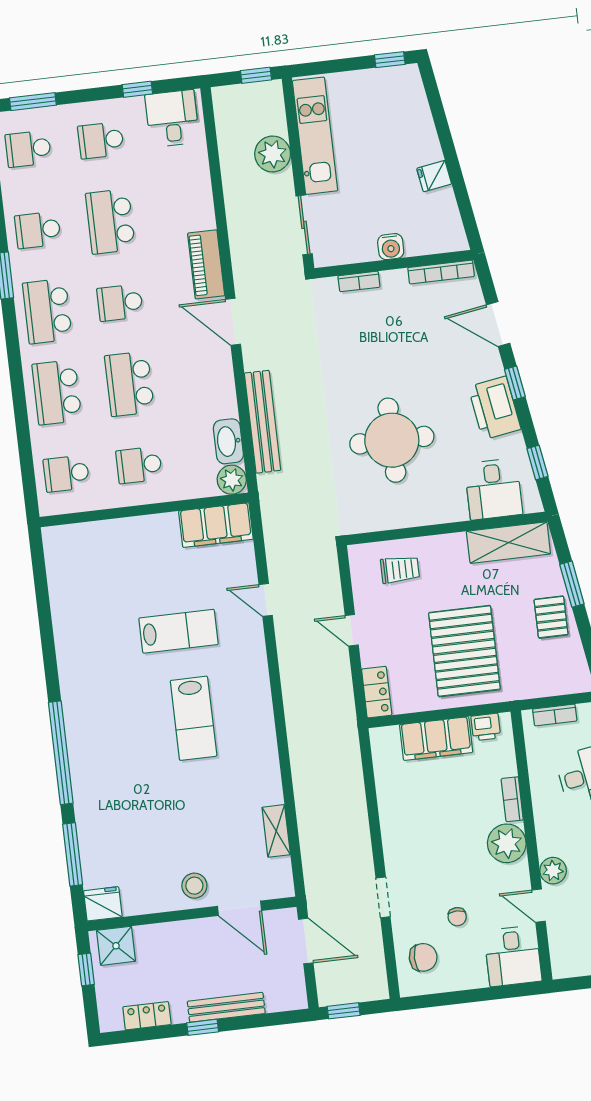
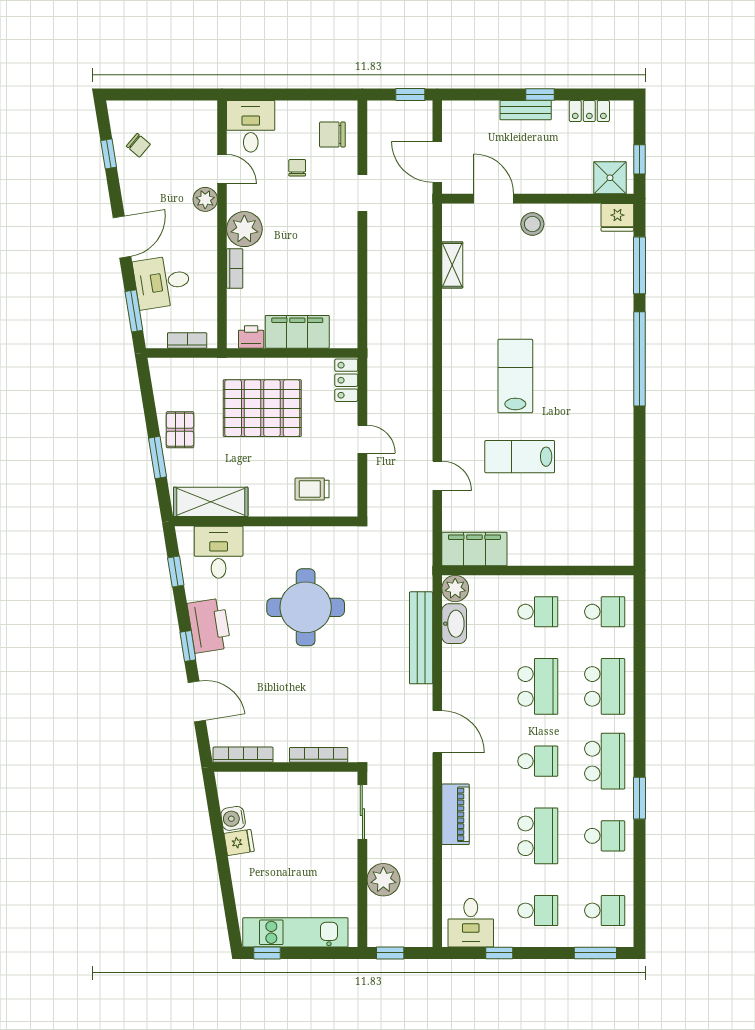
kitchen unit: (315, 136) -> (295, 932), moved, turned 90
water cooler: (391, 247) -> (233, 818), moved, turned -99
piano: (206, 264) -> (455, 814), moved
bookcase: (359, 281) -> (319, 755), width x1.56
pallet: (464, 651) -> (262, 408), turned 90
bench: (226, 1007) -> (526, 110), width x0.73

